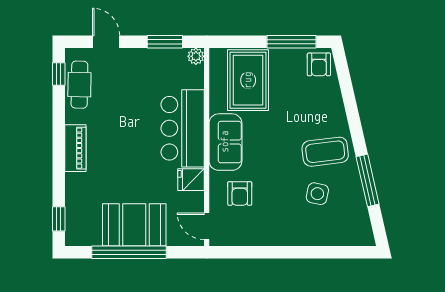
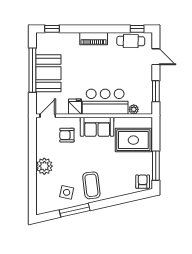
door: (106, 42) -> (156, 57), hinge flipped
plant: (196, 56) -> (134, 109), moved
armchair: (319, 64) -> (143, 182), turned 90
side table: (317, 194) -> (67, 192), moved
plant: (293, 232) -> (44, 166), added

